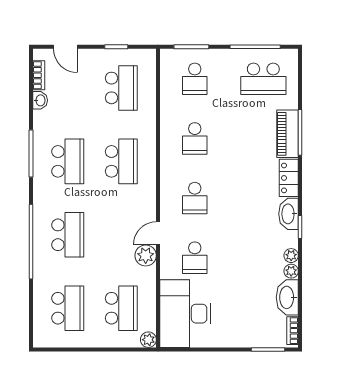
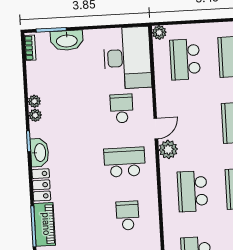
school desk: (195, 198) -> (125, 162), width x1.85
plant: (146, 255) -> (168, 149), moved
washbasin: (287, 297) -> (67, 40), moved, turned 90

